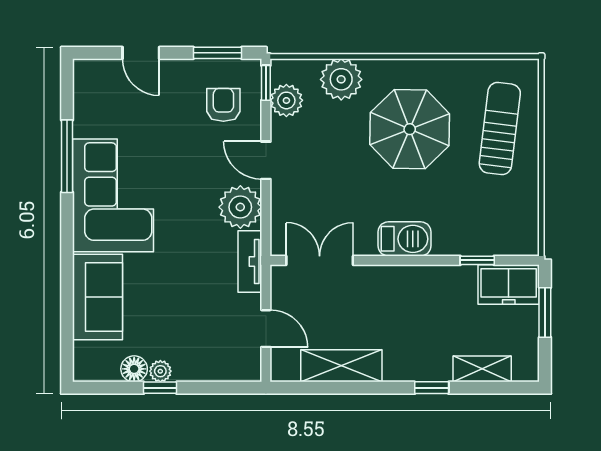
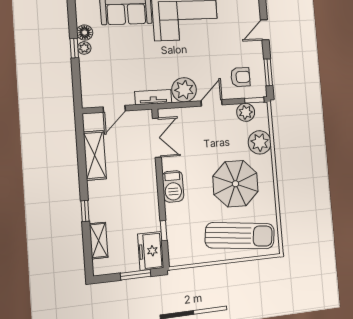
sun lounger: (500, 129) -> (240, 236), width x1.36, depth x1.34

